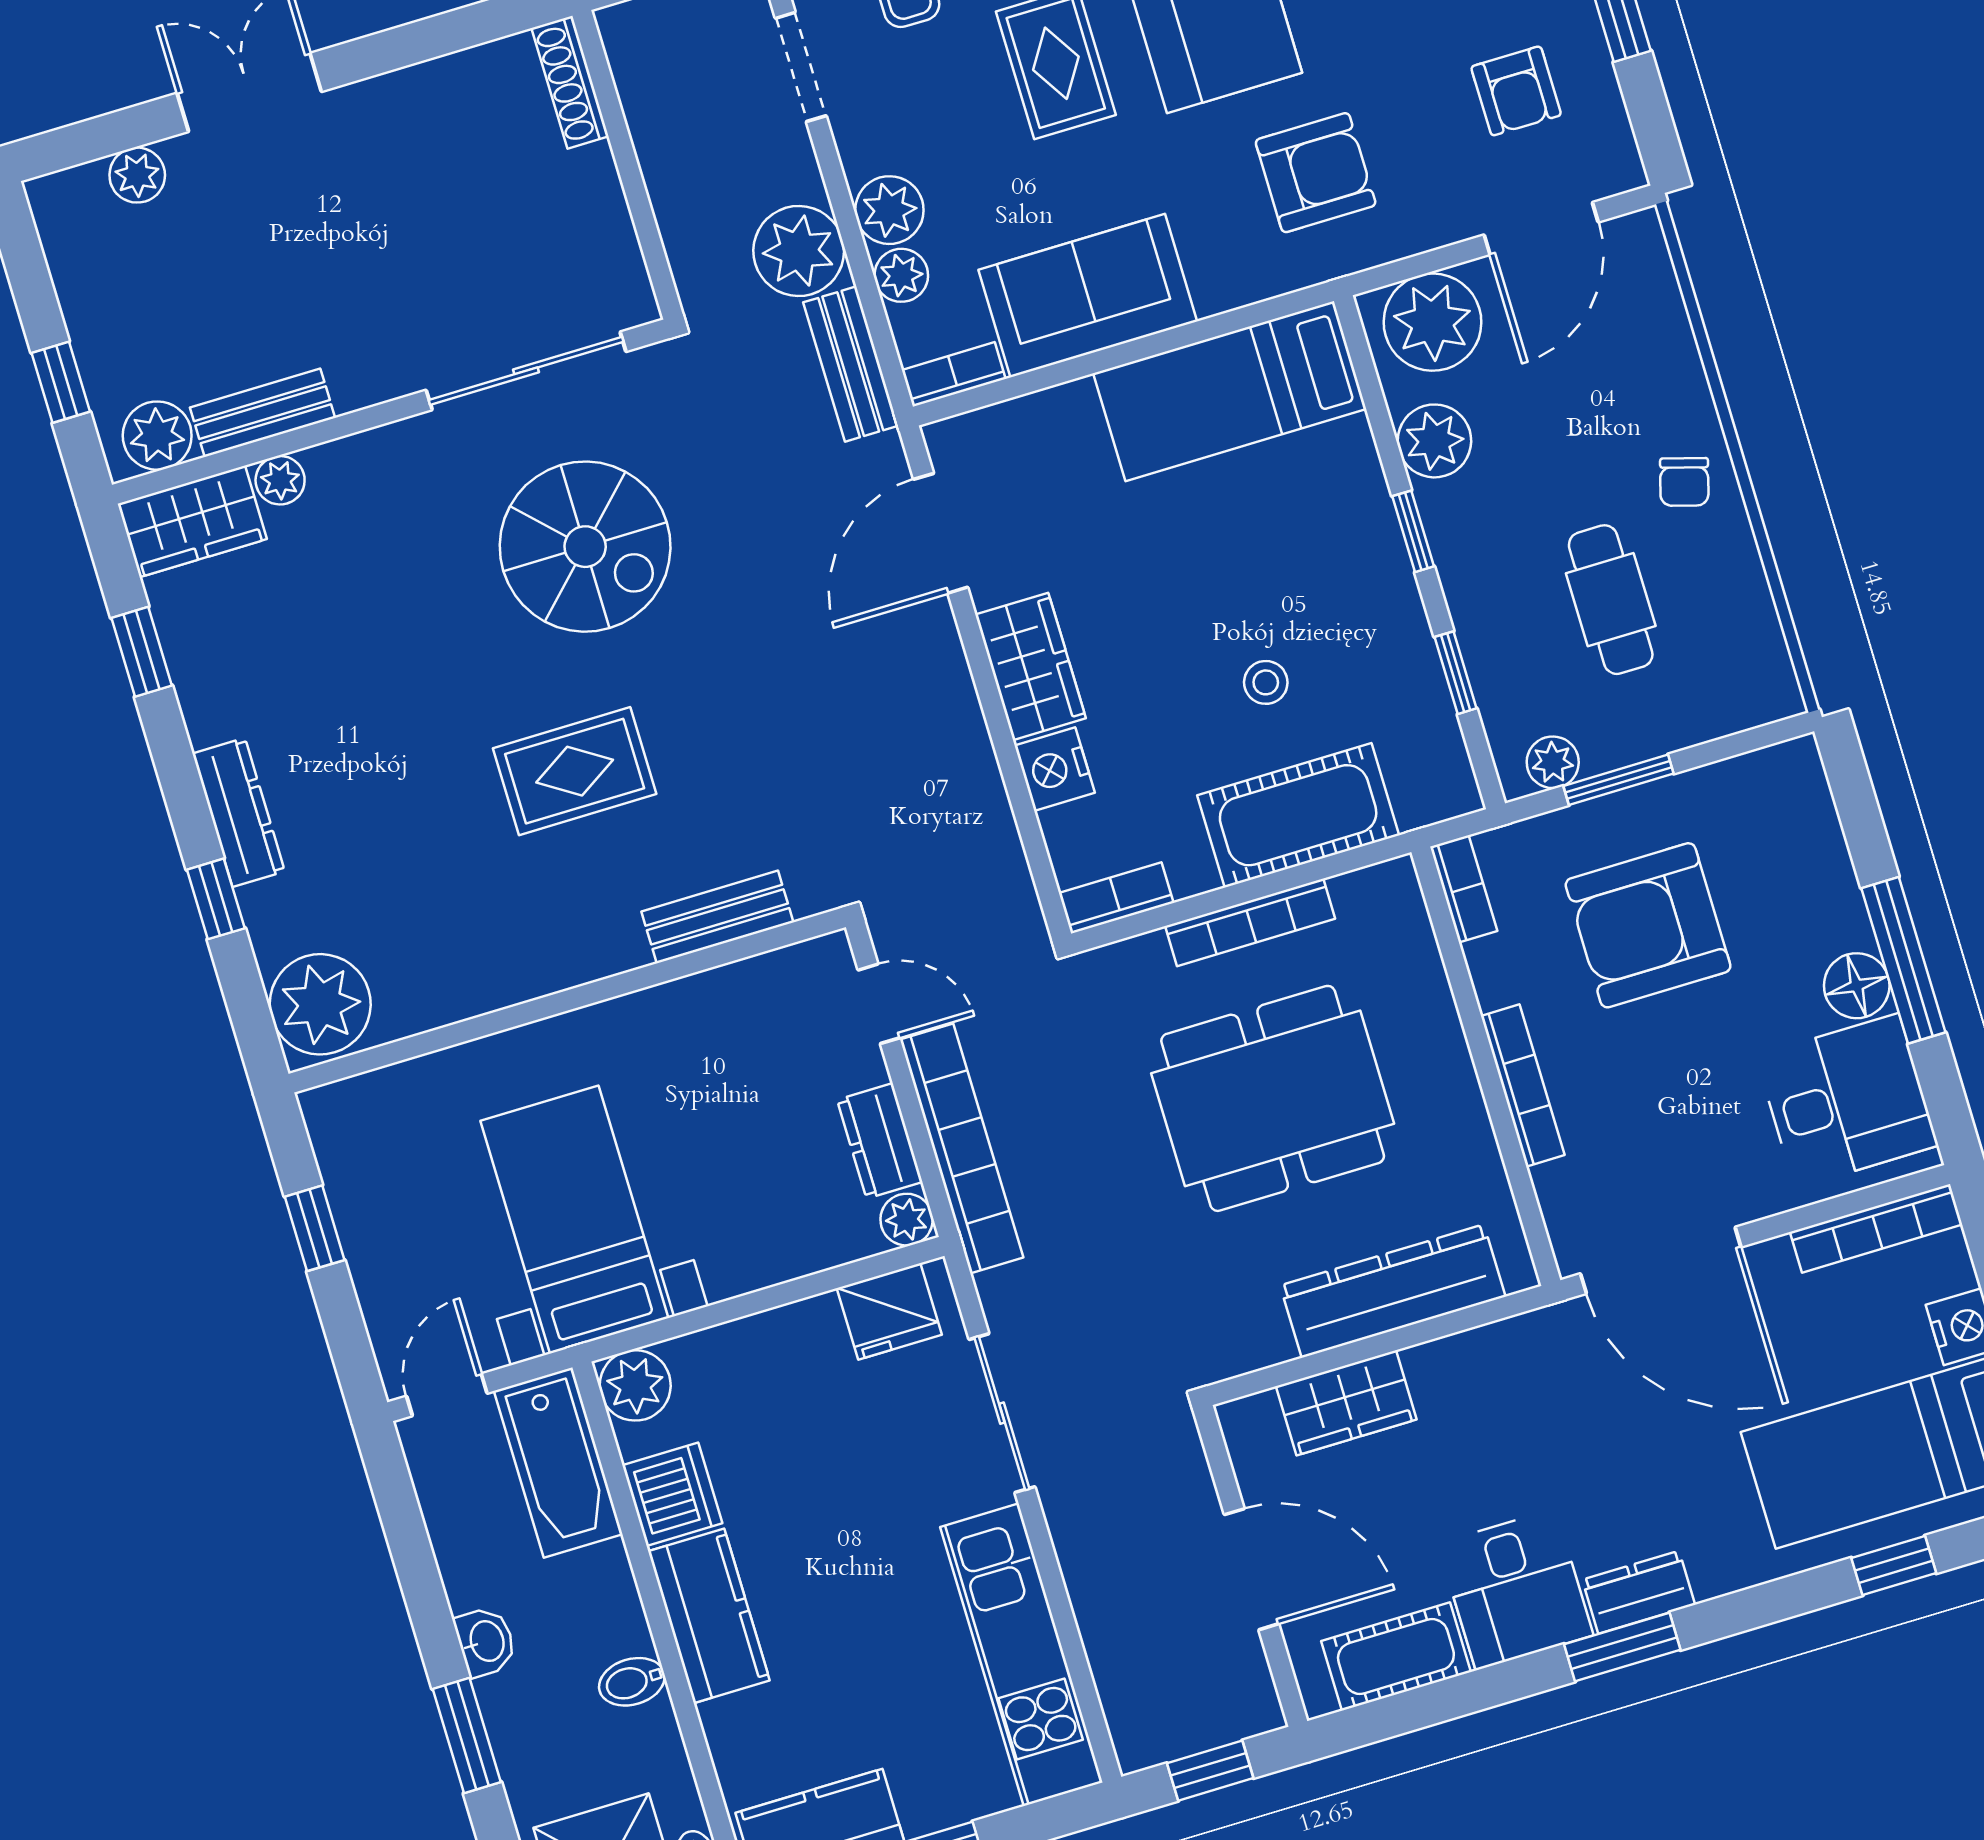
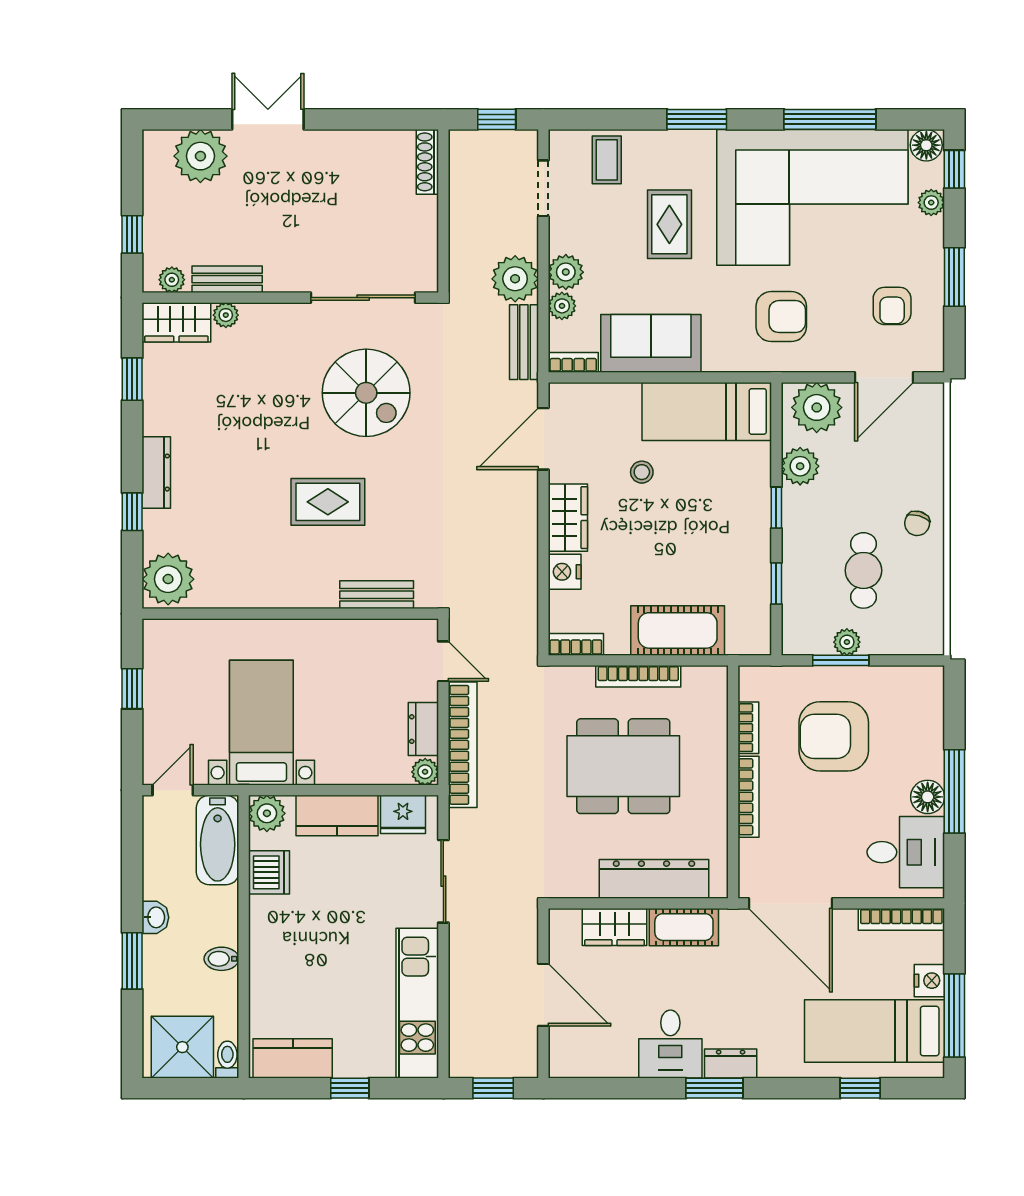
plant: (137, 175) -> (200, 156), width x1.88, depth x1.88
plant: (157, 436) -> (172, 280), width x0.73, depth x0.73
stool: (1266, 682) -> (642, 472), moved
plant: (1553, 762) -> (847, 642), moved
bookcase: (1464, 889) -> (748, 728), moved
kitchen counter: (709, 1616) -> (337, 816), moved, turned 90
cot: (1396, 1656) -> (684, 927), moved

